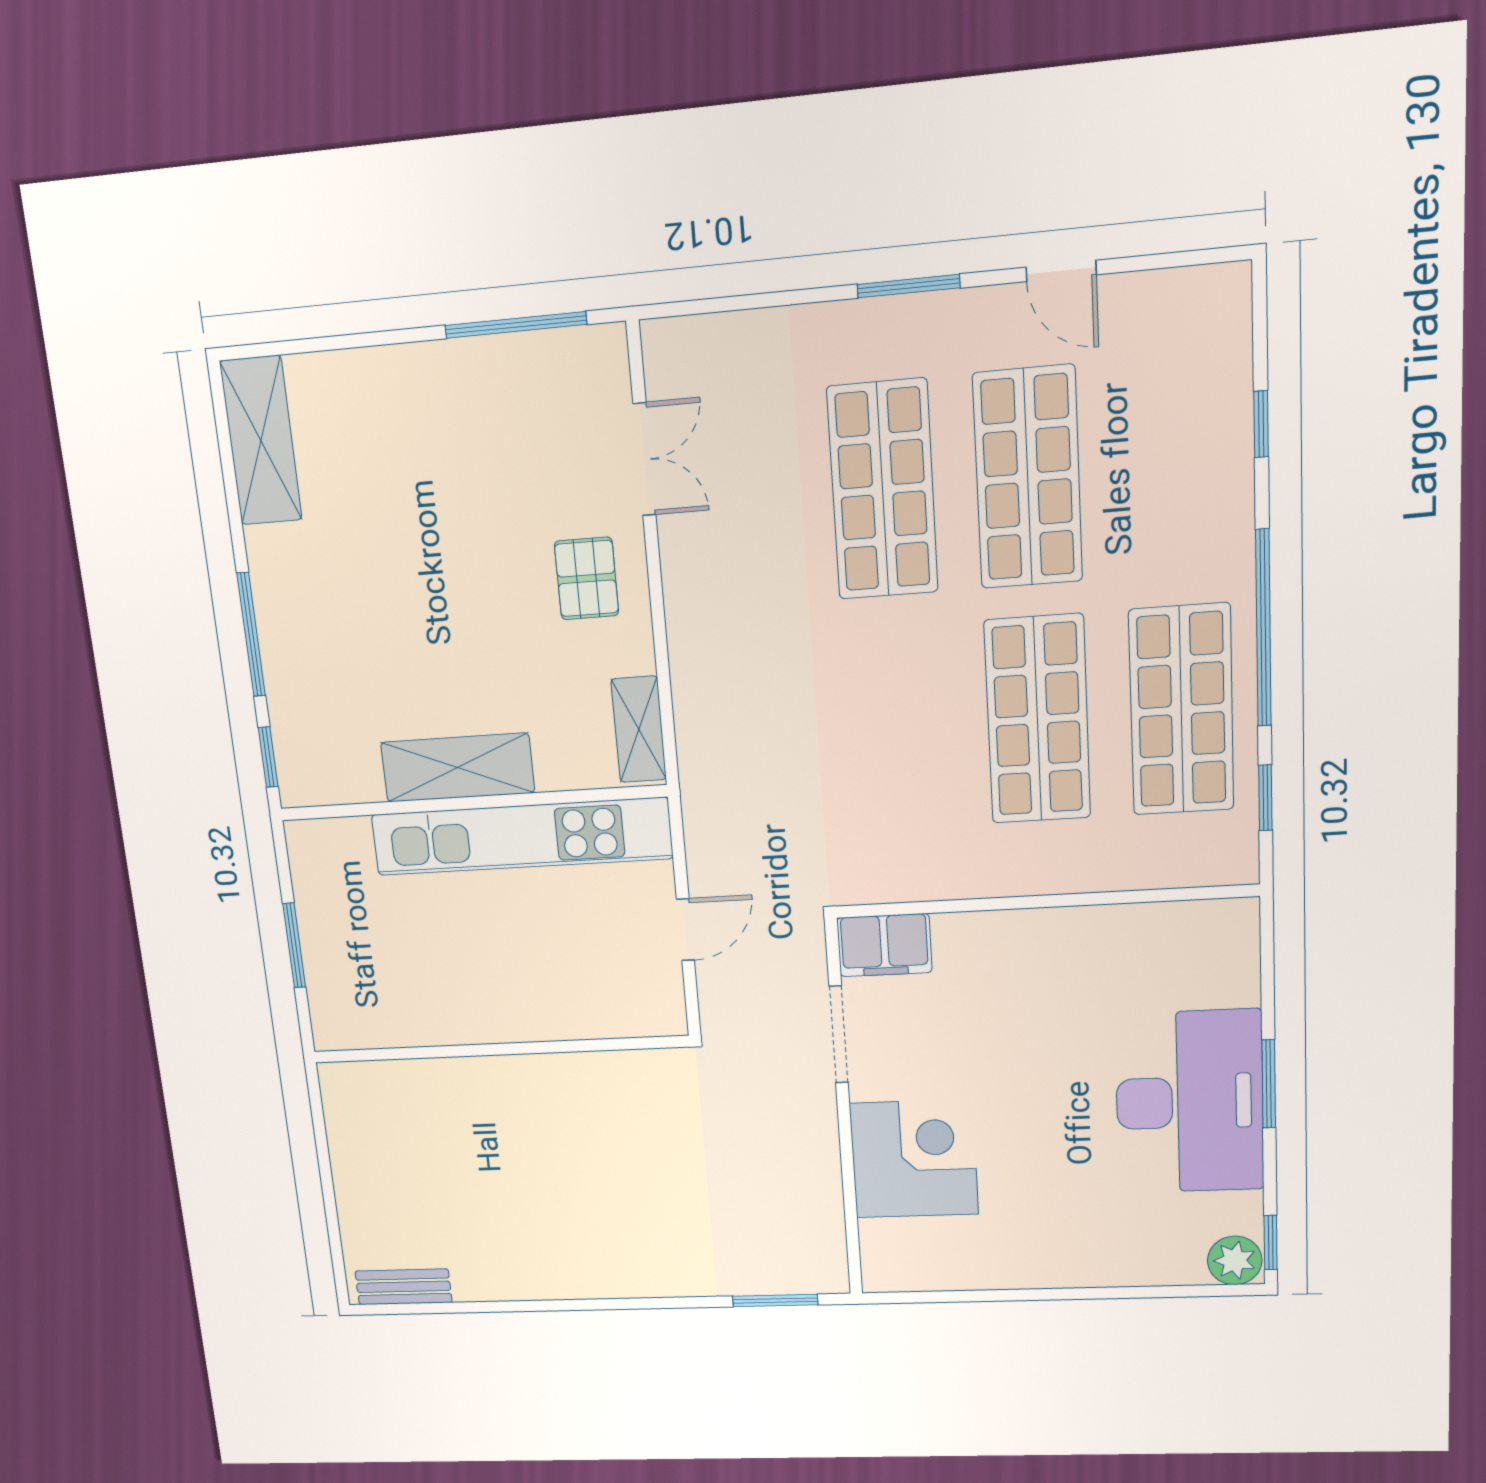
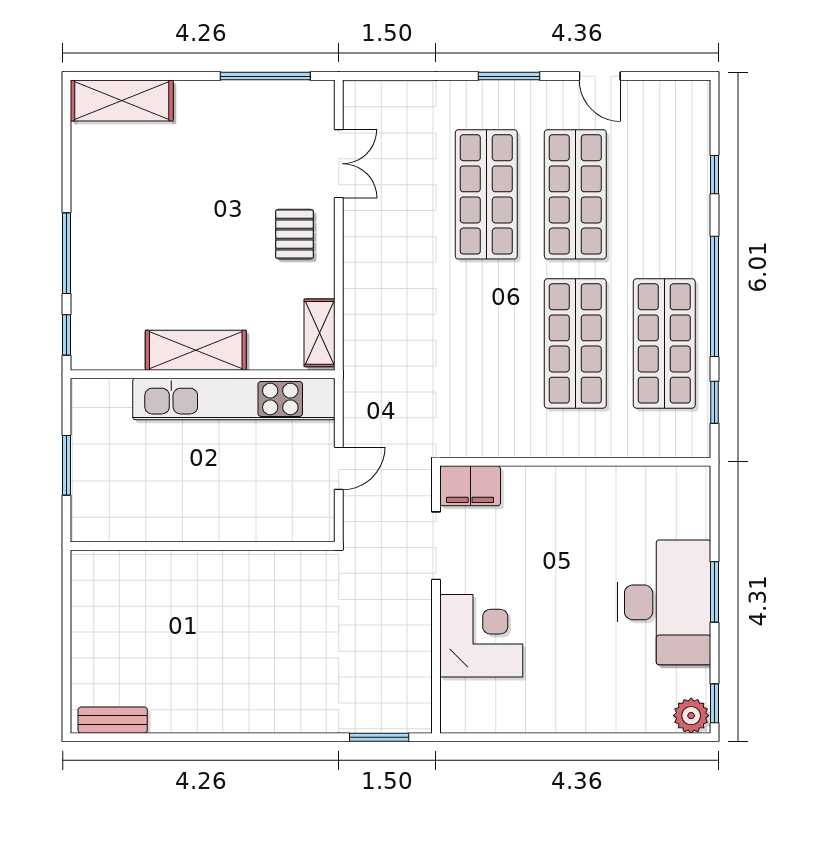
shelving: (261, 441) -> (122, 101), moved, turned 90

